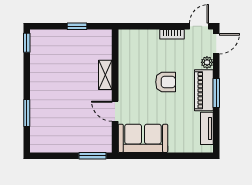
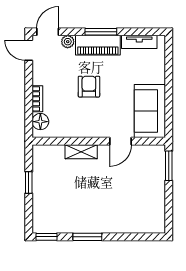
bookcase: (172, 34) -> (37, 99), moved
floor lamp: (133, 37) -> (40, 122), added
door: (216, 44) -> (48, 32), hinge flipped
window: (27, 113) -> (87, 237), moved

